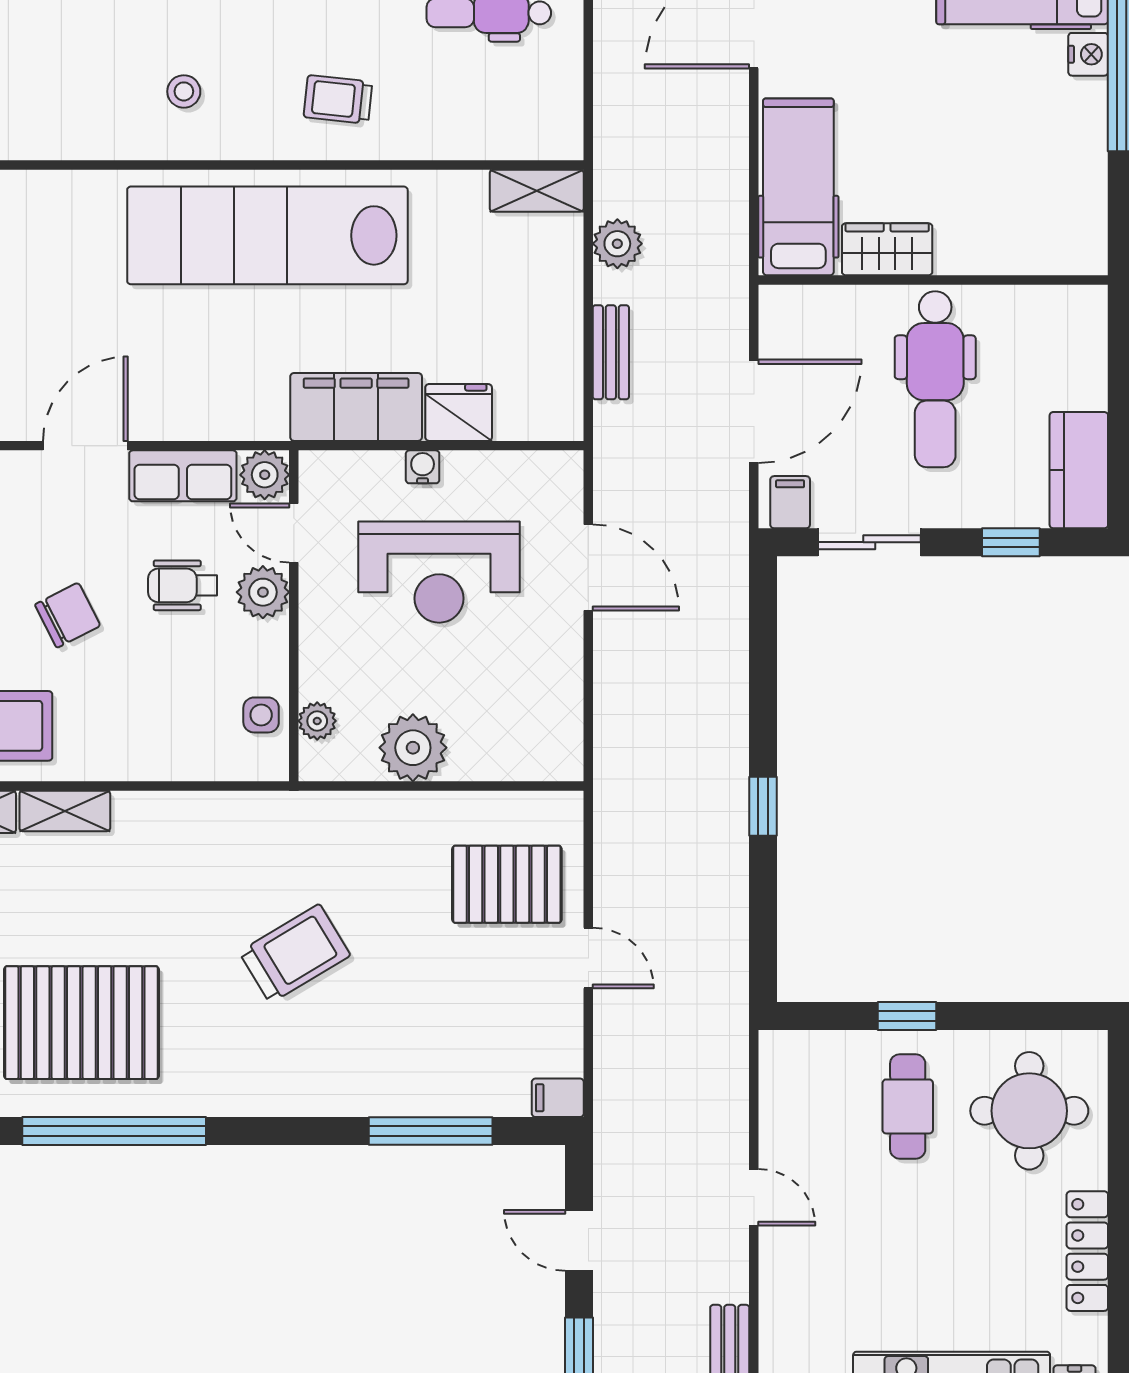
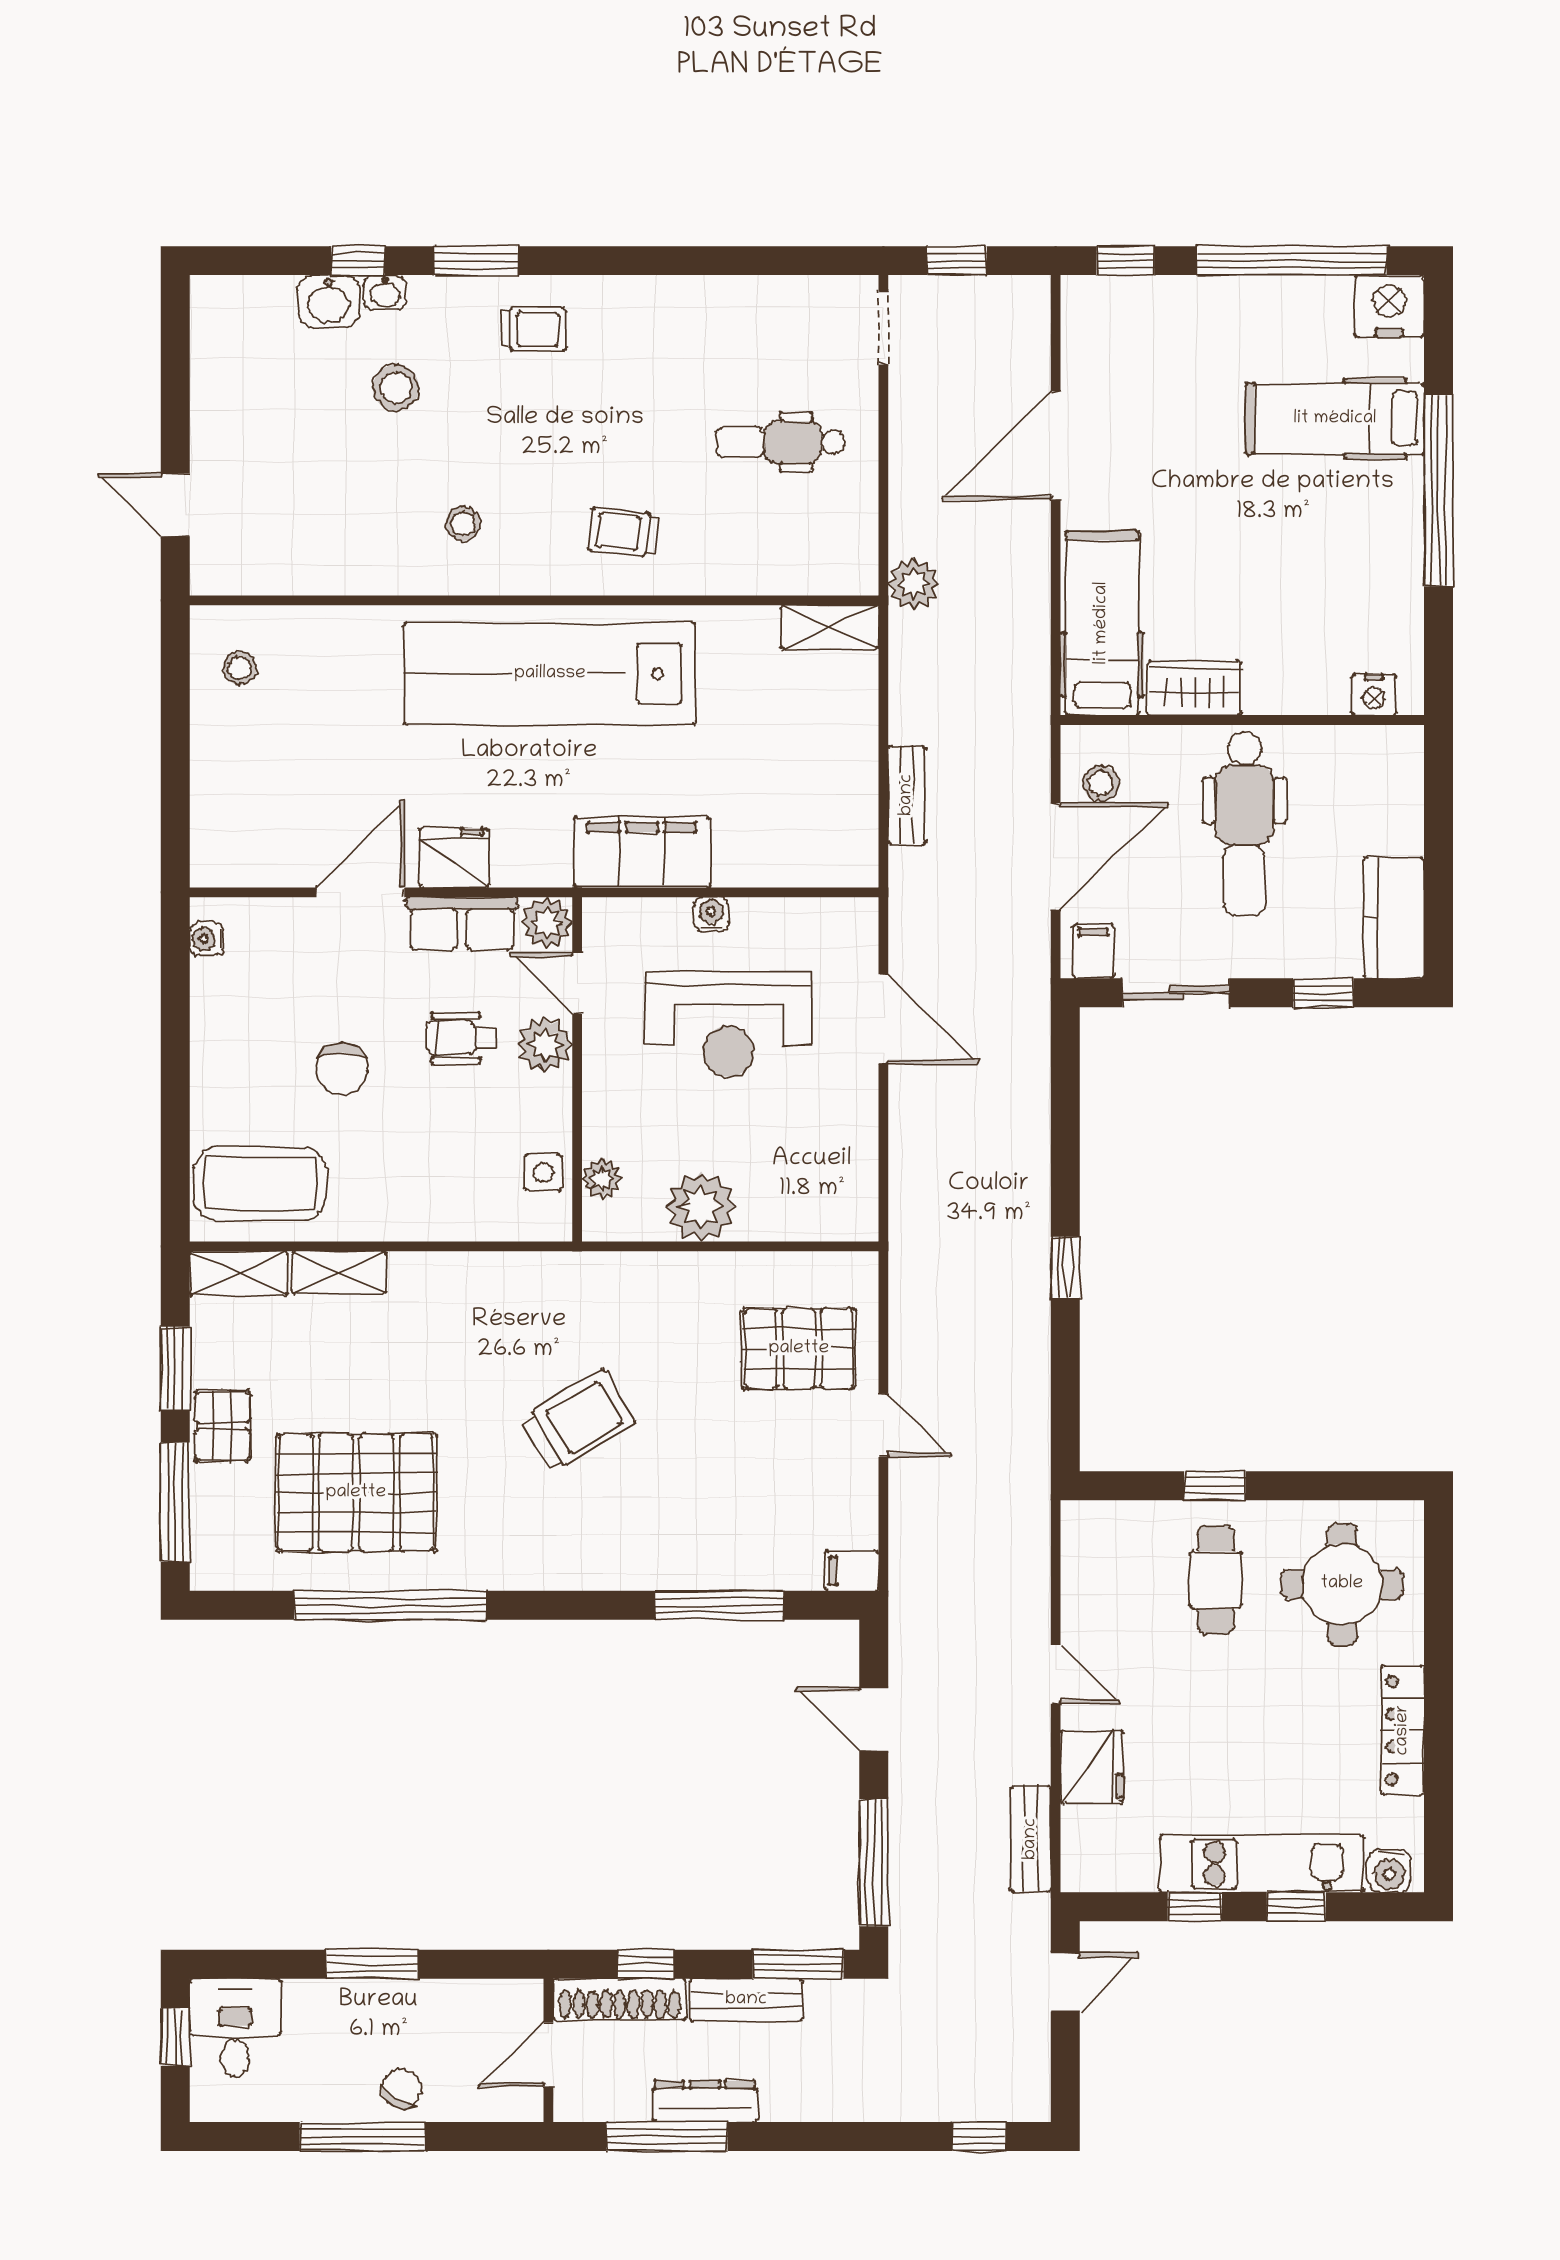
nightstand: (1088, 54) -> (1374, 695), moved, turned 90
plant: (617, 244) -> (914, 584), moved
stool: (797, 341) -> (1101, 784), added
fridge: (459, 412) -> (454, 858), moved
chair: (68, 615) -> (342, 1069), turned 117
fridge: (789, 1286) -> (1092, 1767), added

